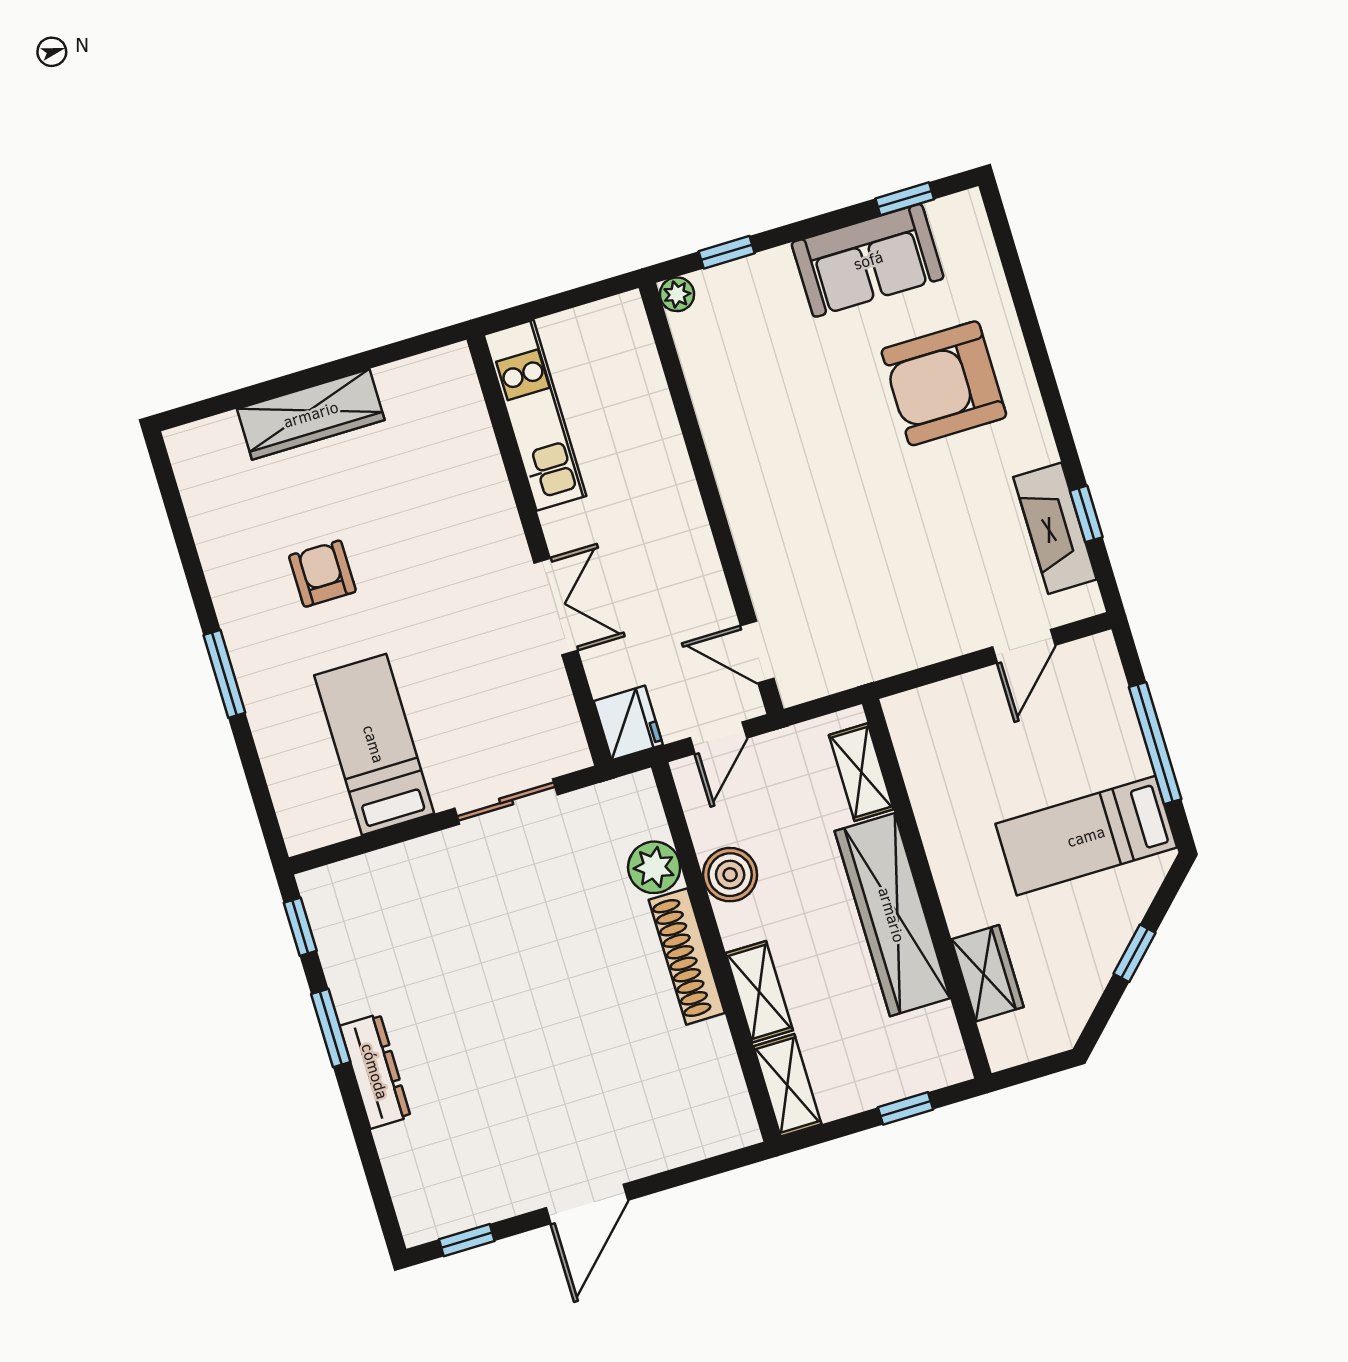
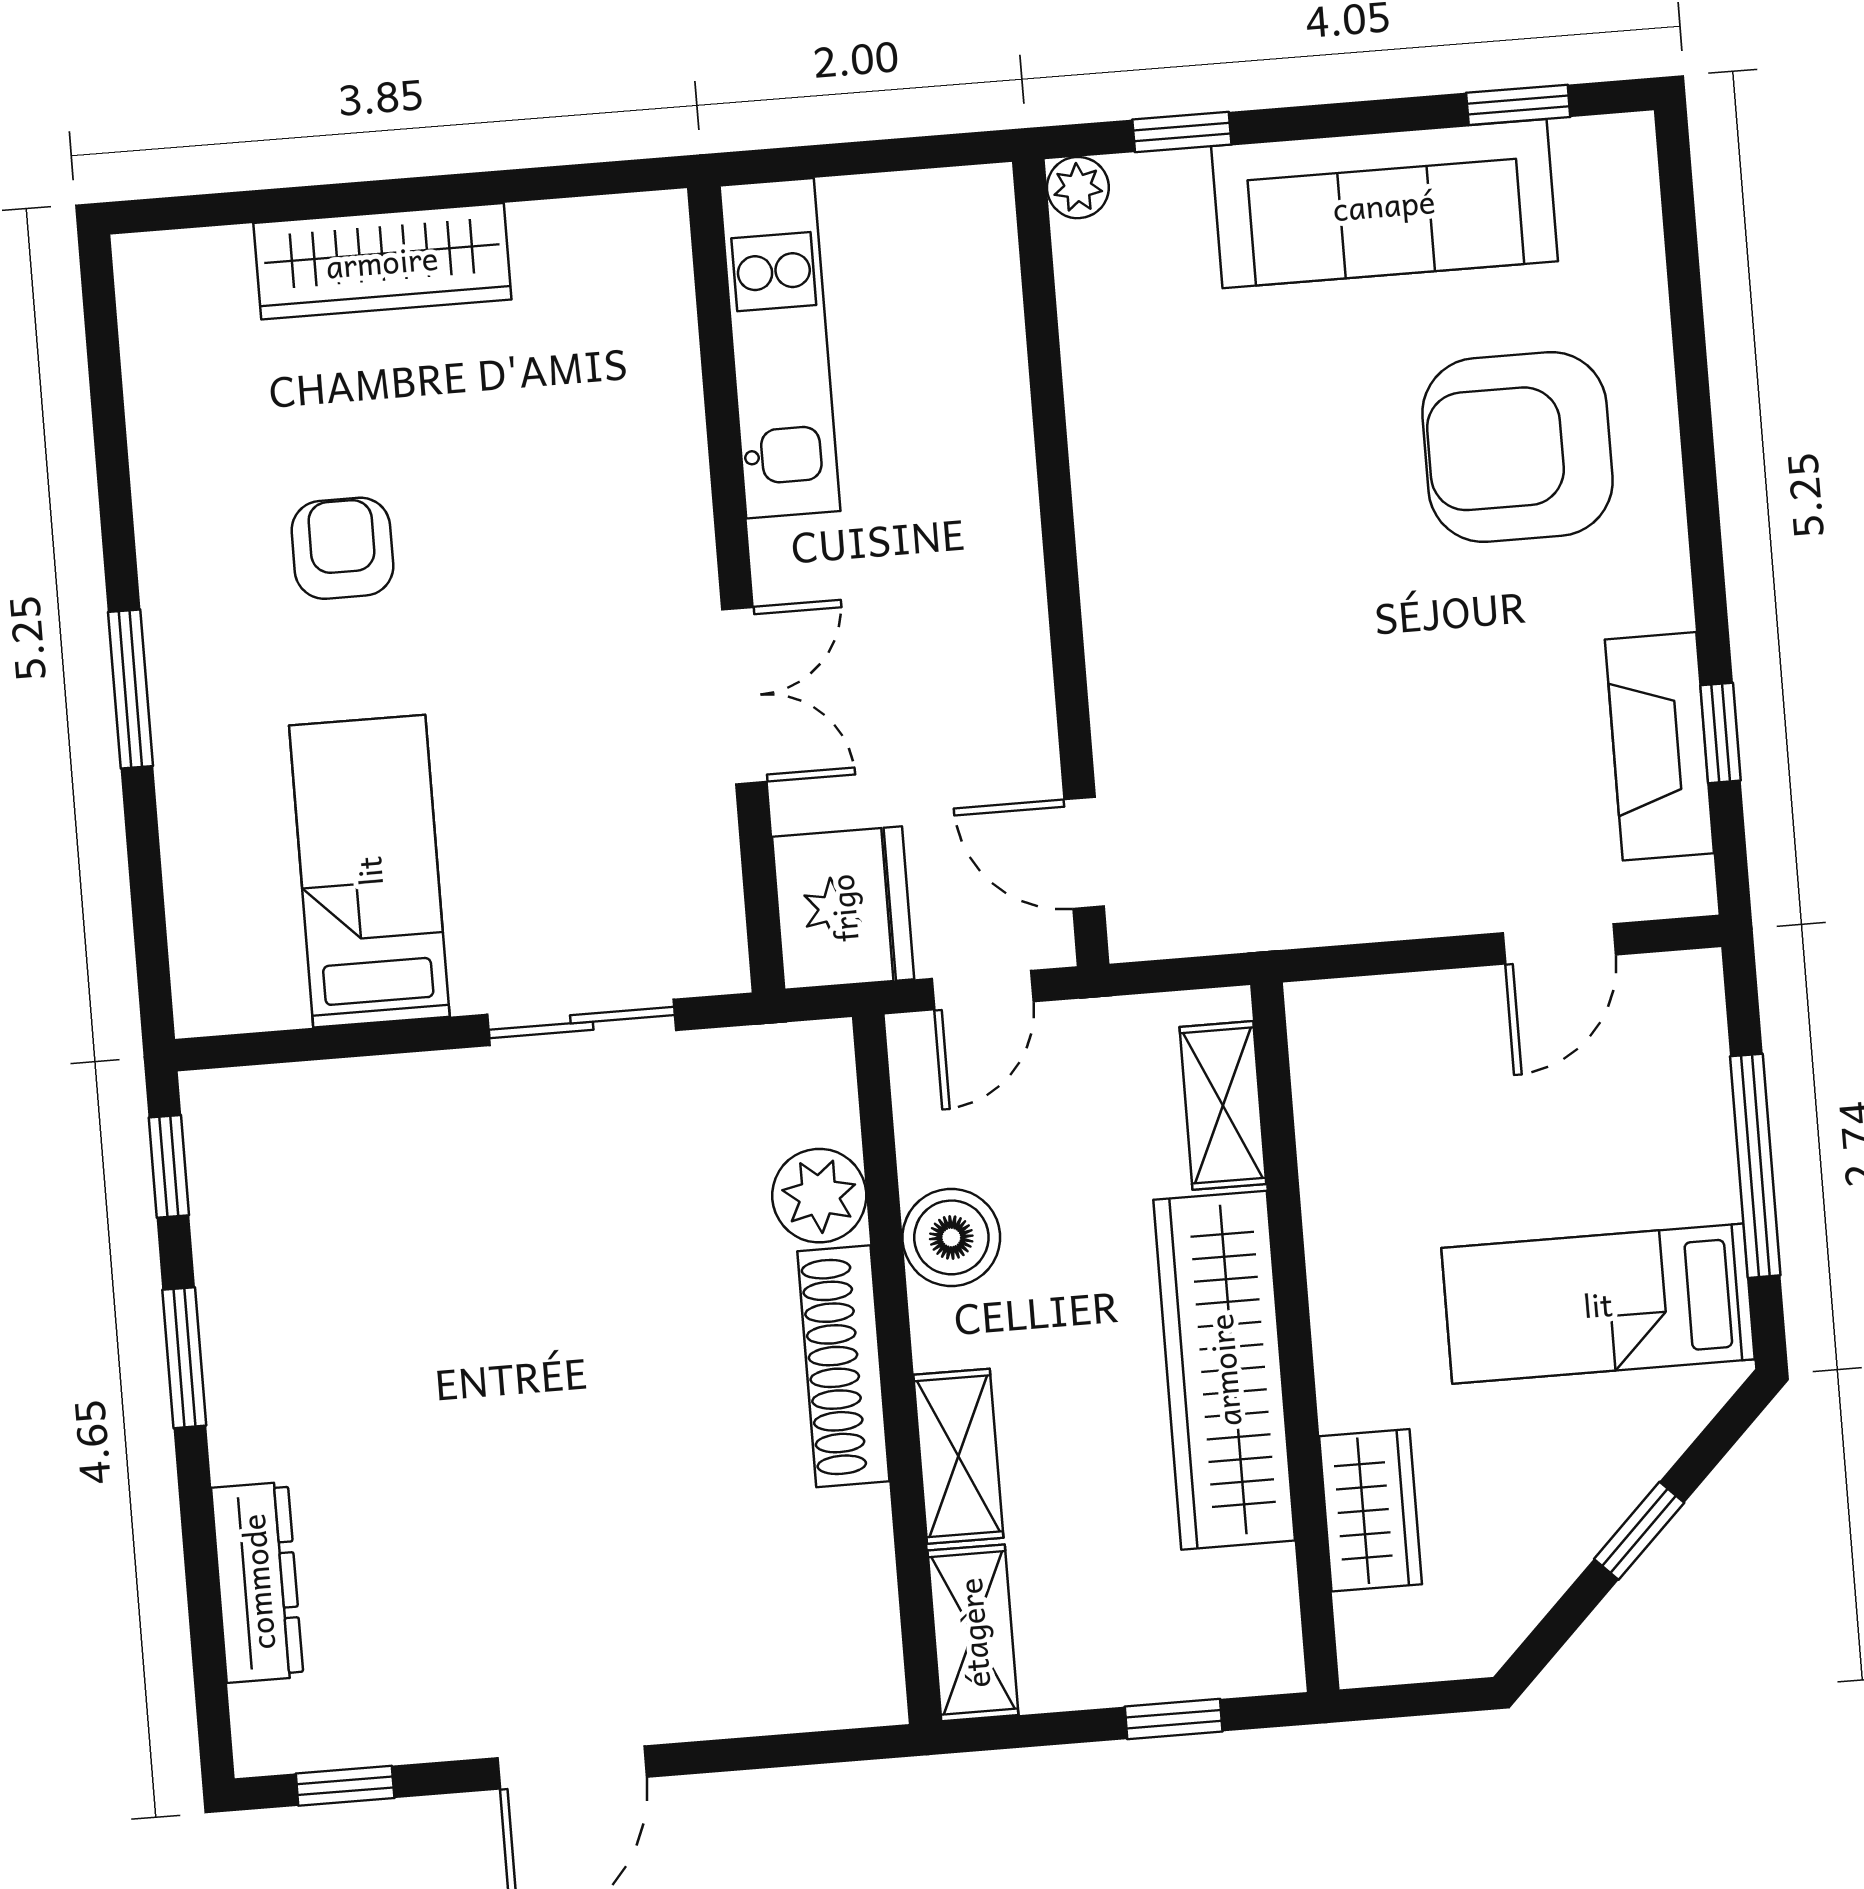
sofa: (868, 260) -> (1384, 204), width x1.36
fridge: (628, 723) -> (843, 908), width x1.36, depth x1.34
dresser: (375, 1071) -> (257, 1582), moved

